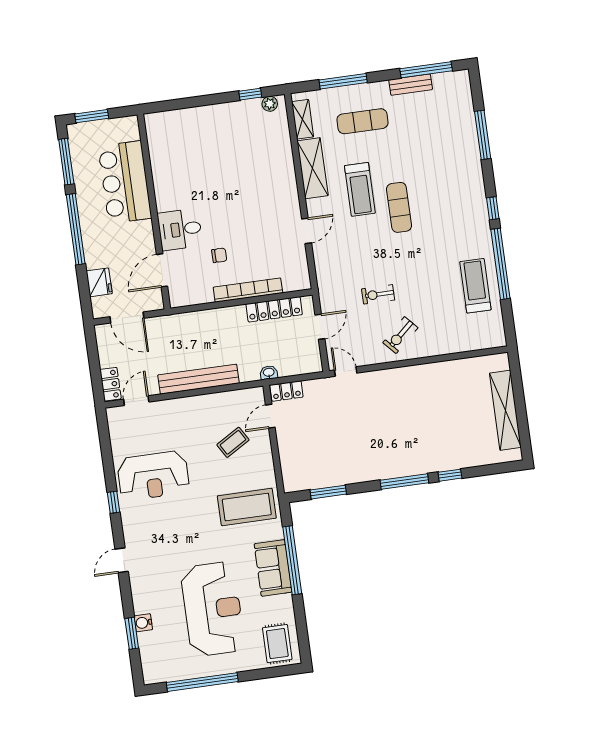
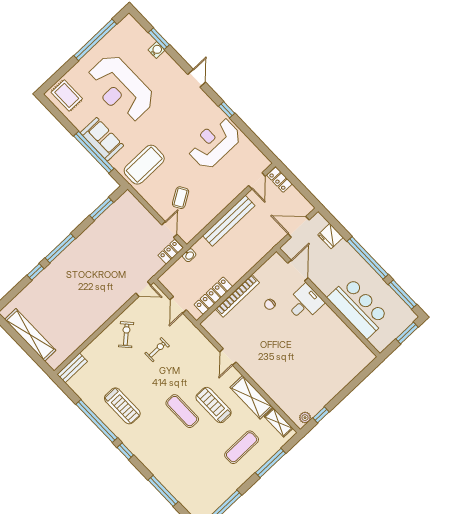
bench: (411, 85) -> (72, 368), moved
treadmill: (475, 286) -> (122, 406), moved

